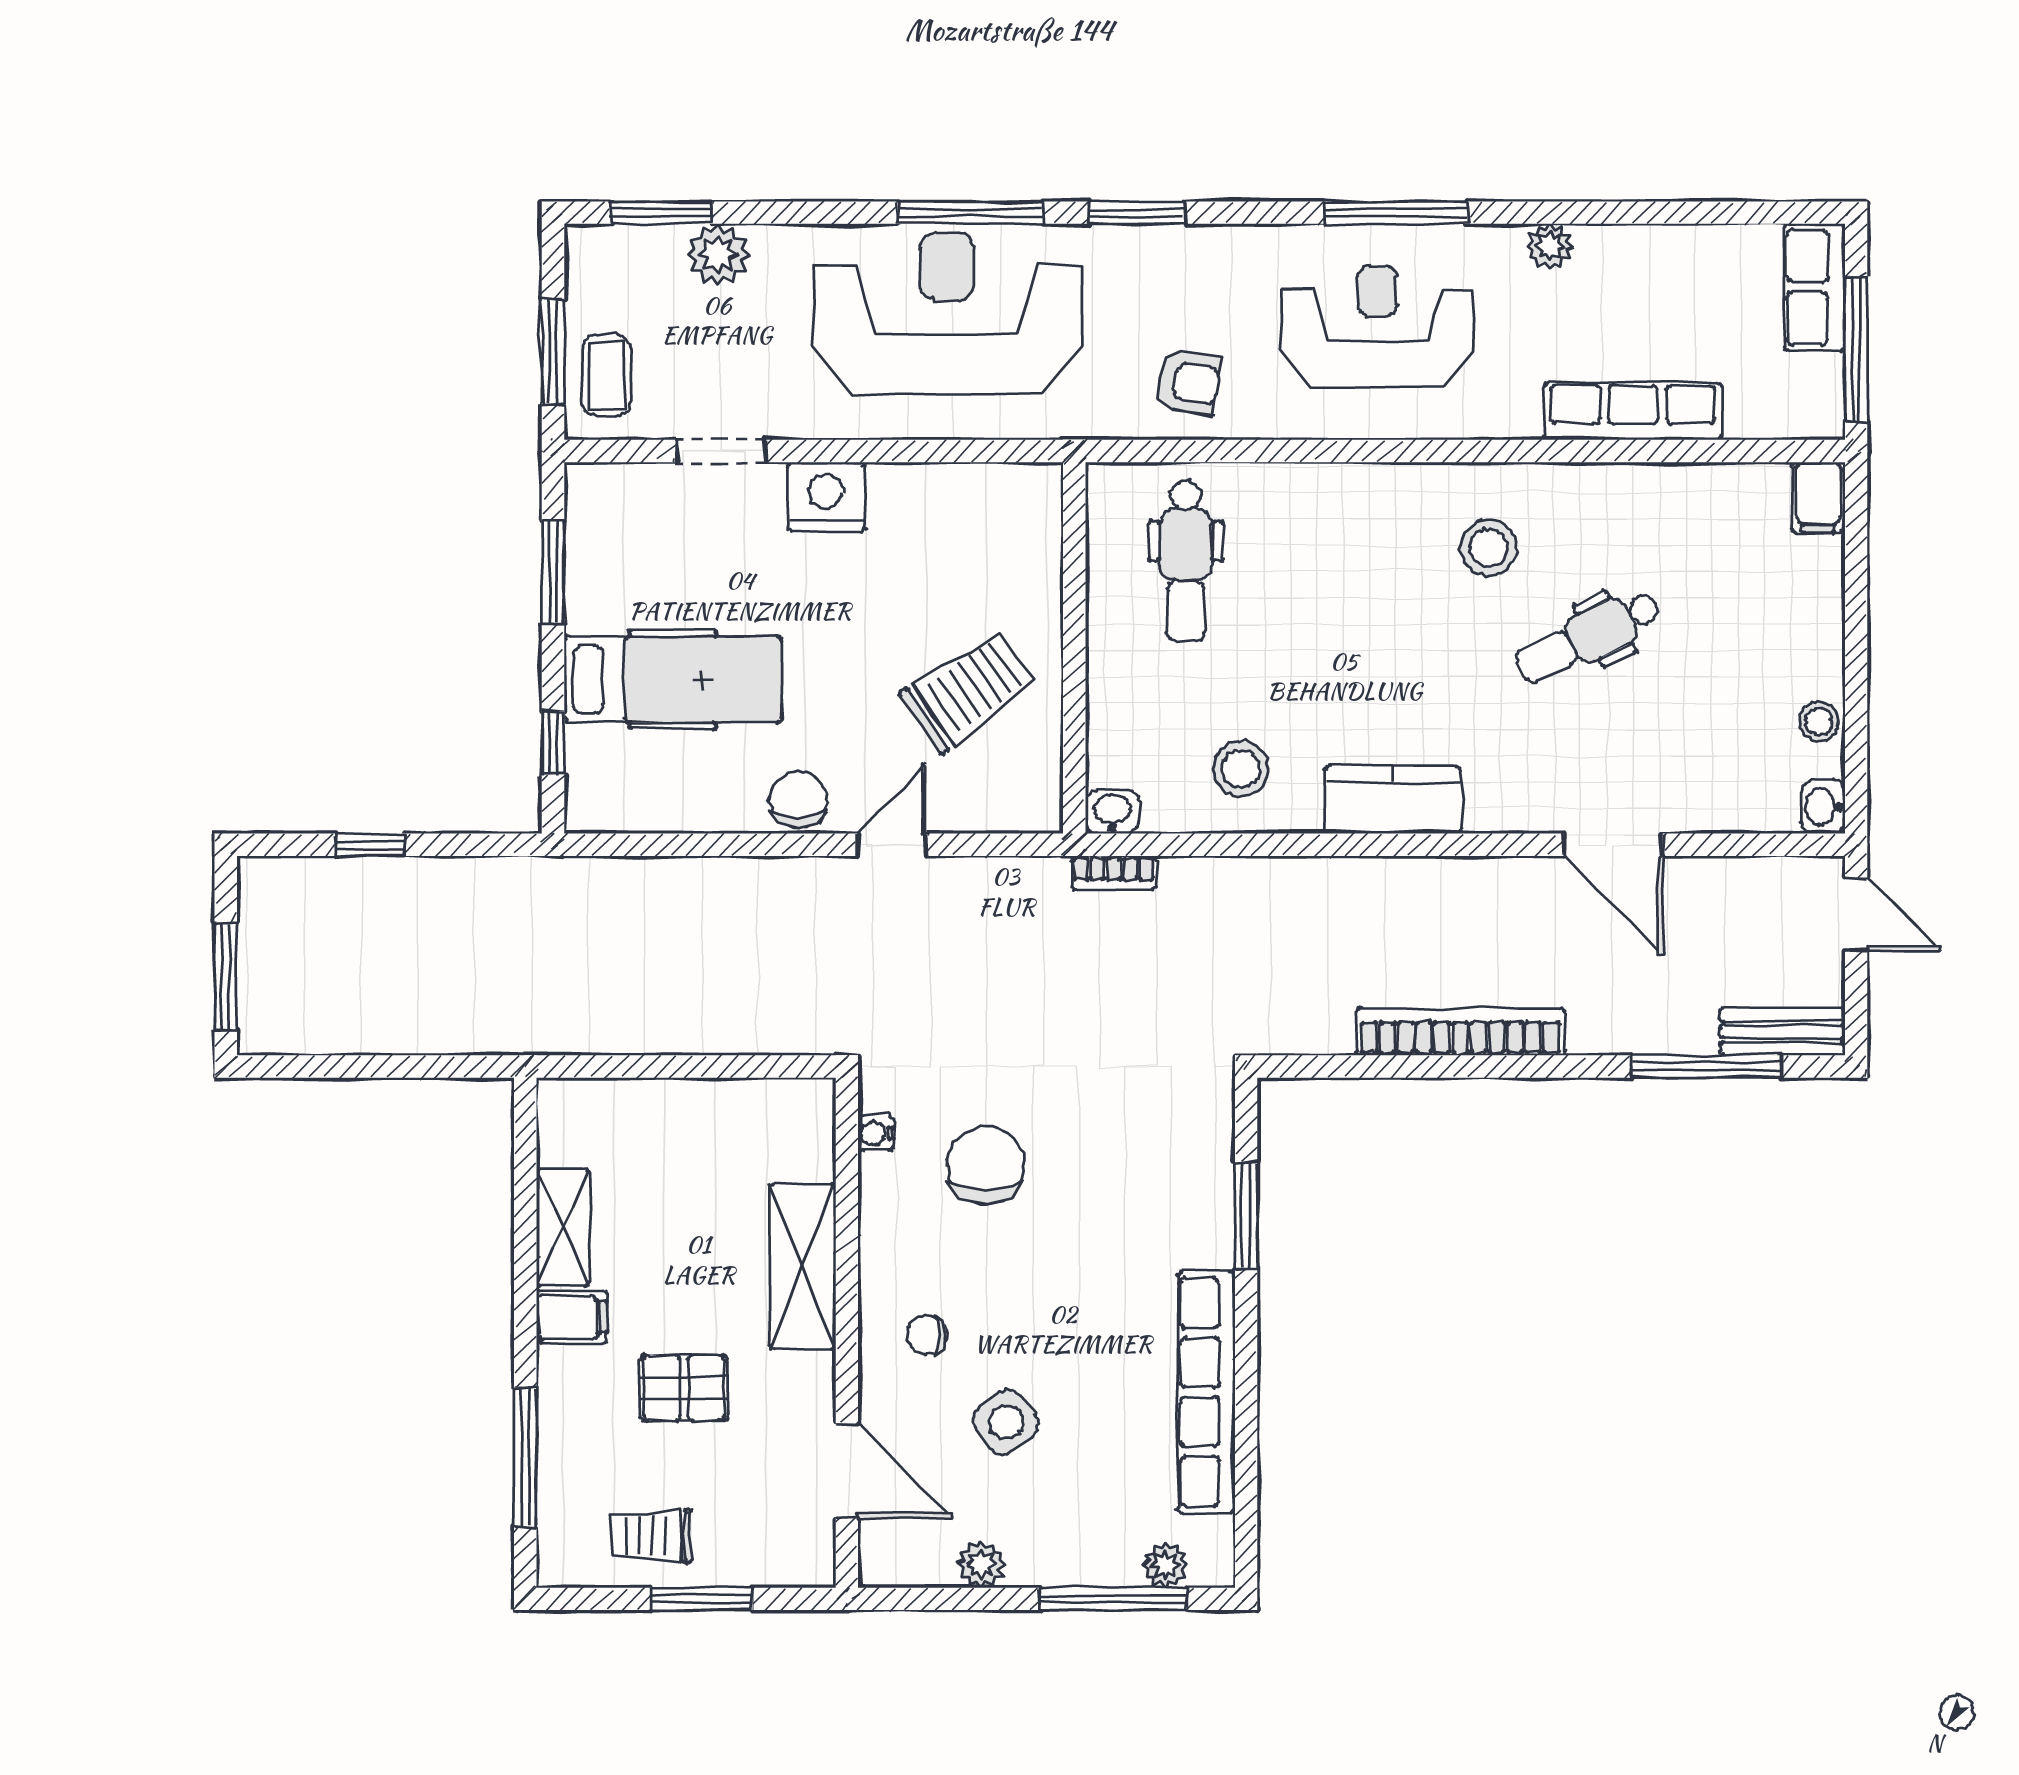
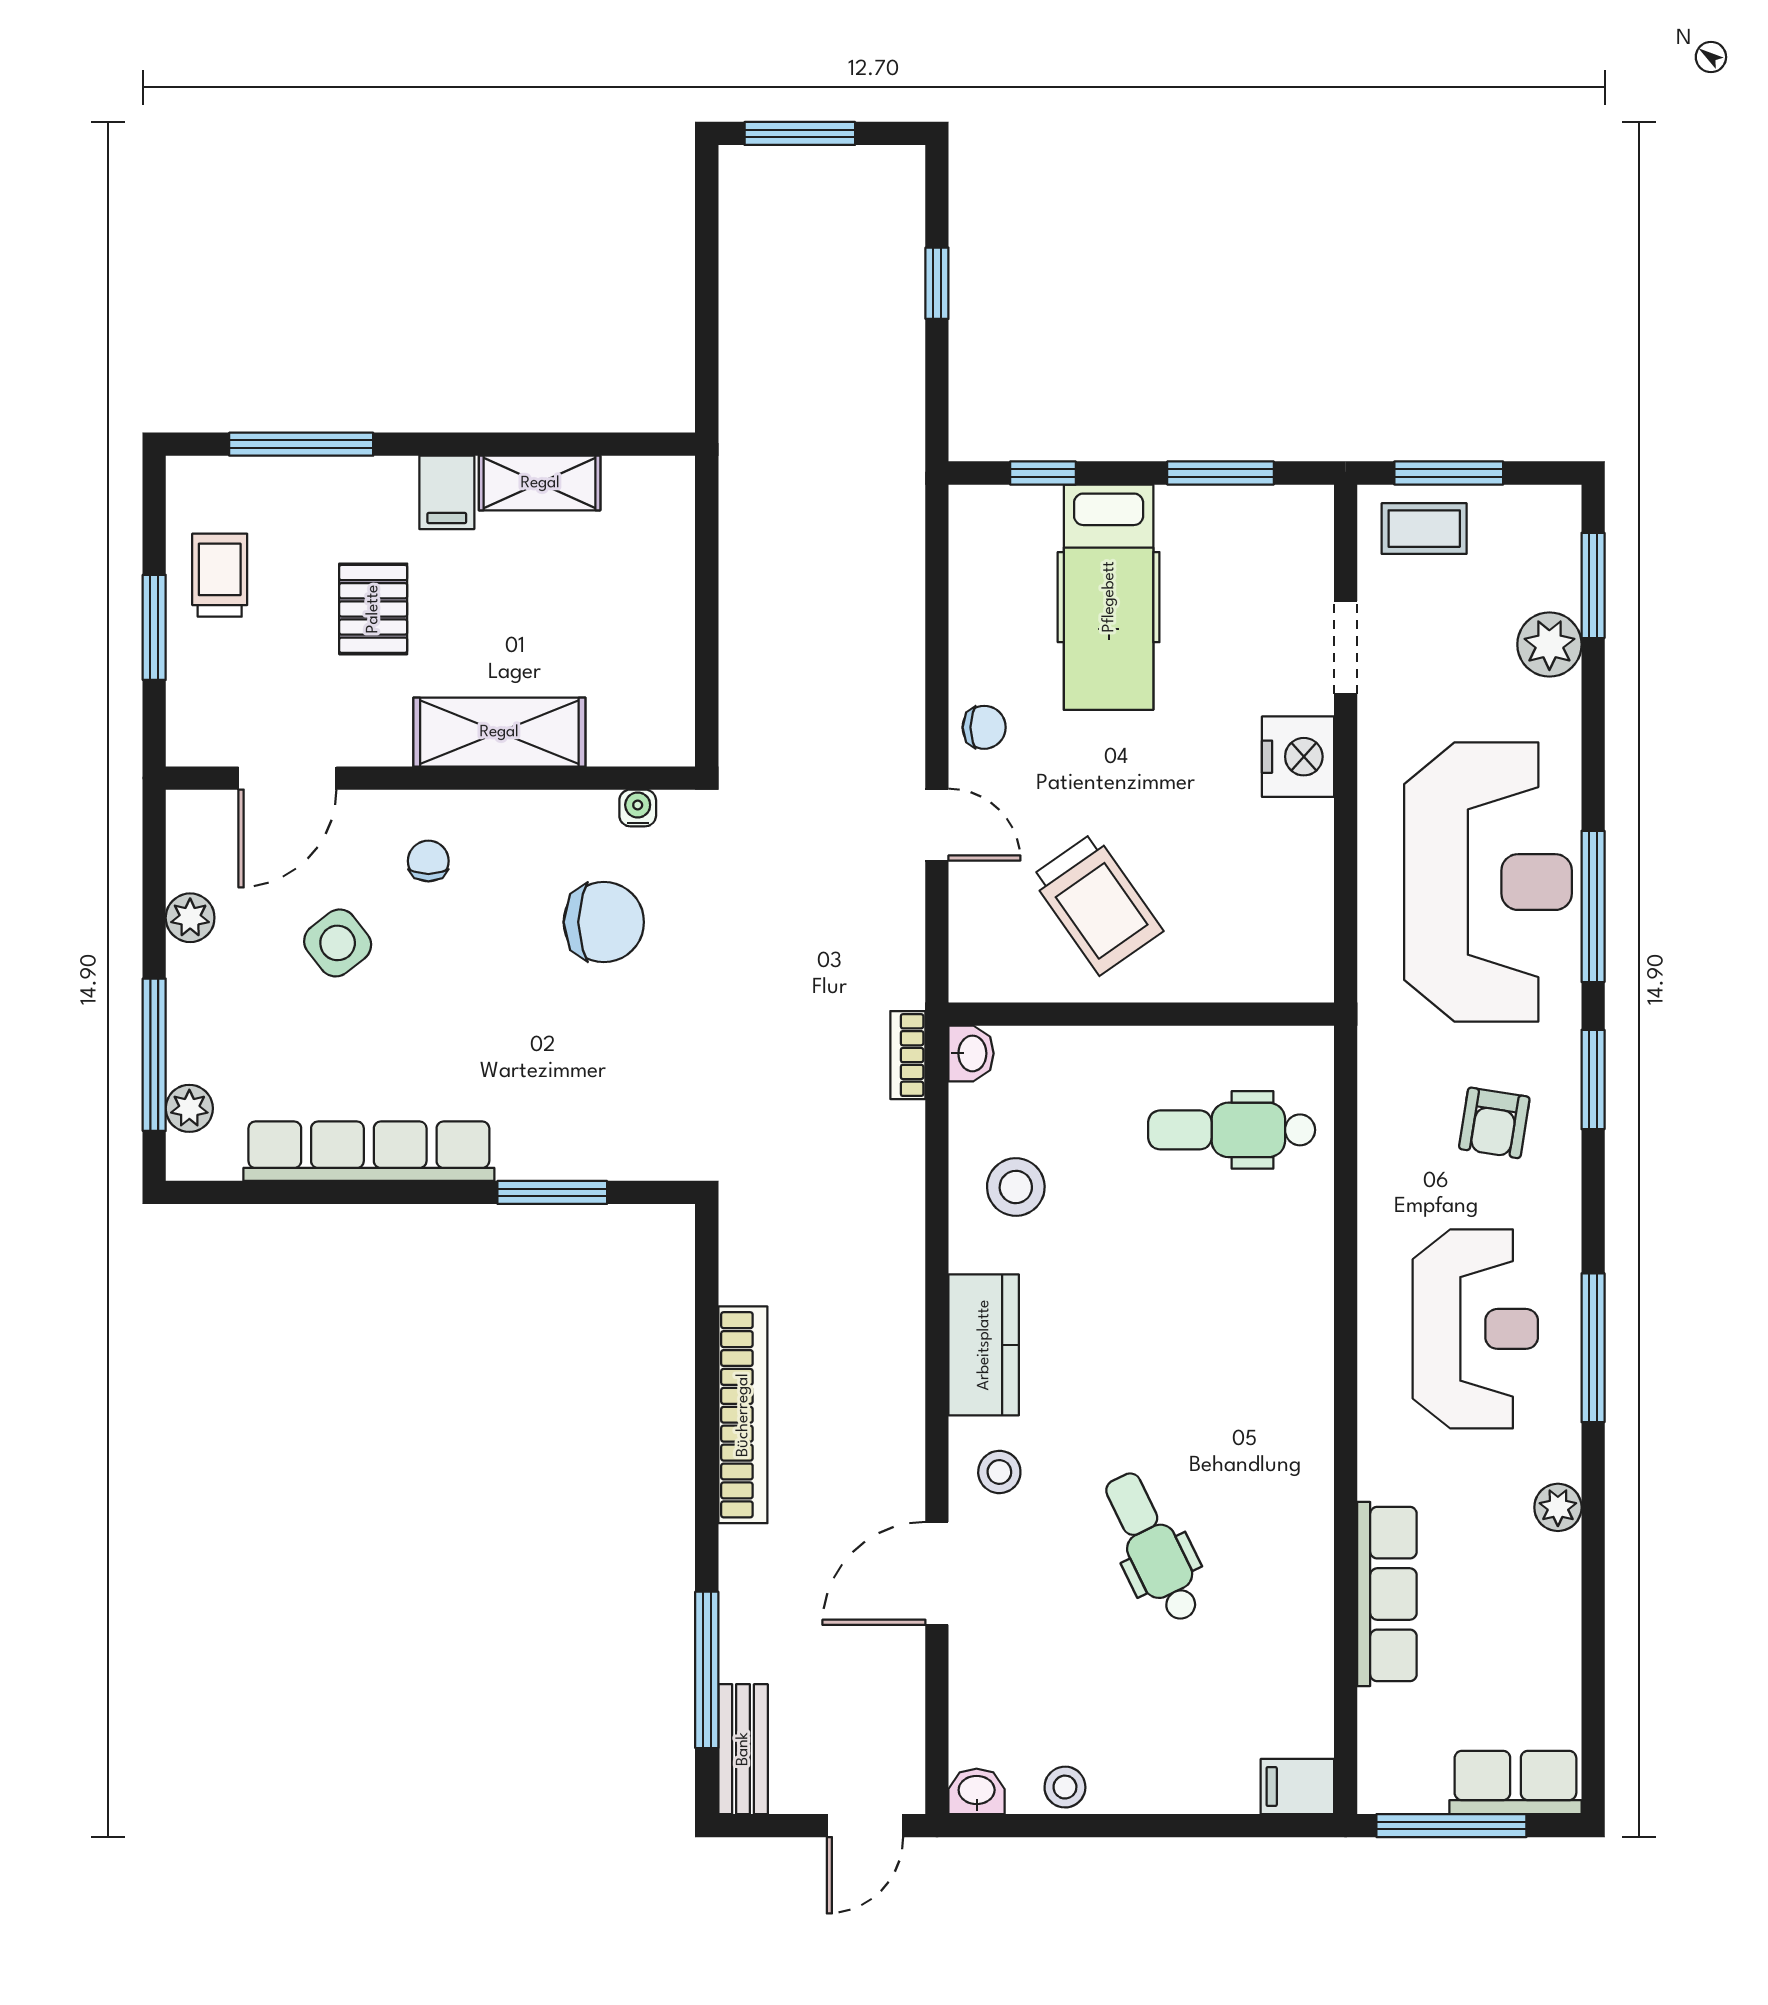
armchair: (1188, 382) -> (1494, 1123), moved
stool: (1488, 548) -> (999, 1472), moved, width x0.73, depth x0.73
chair: (798, 799) -> (984, 727), width x0.73, depth x0.73

